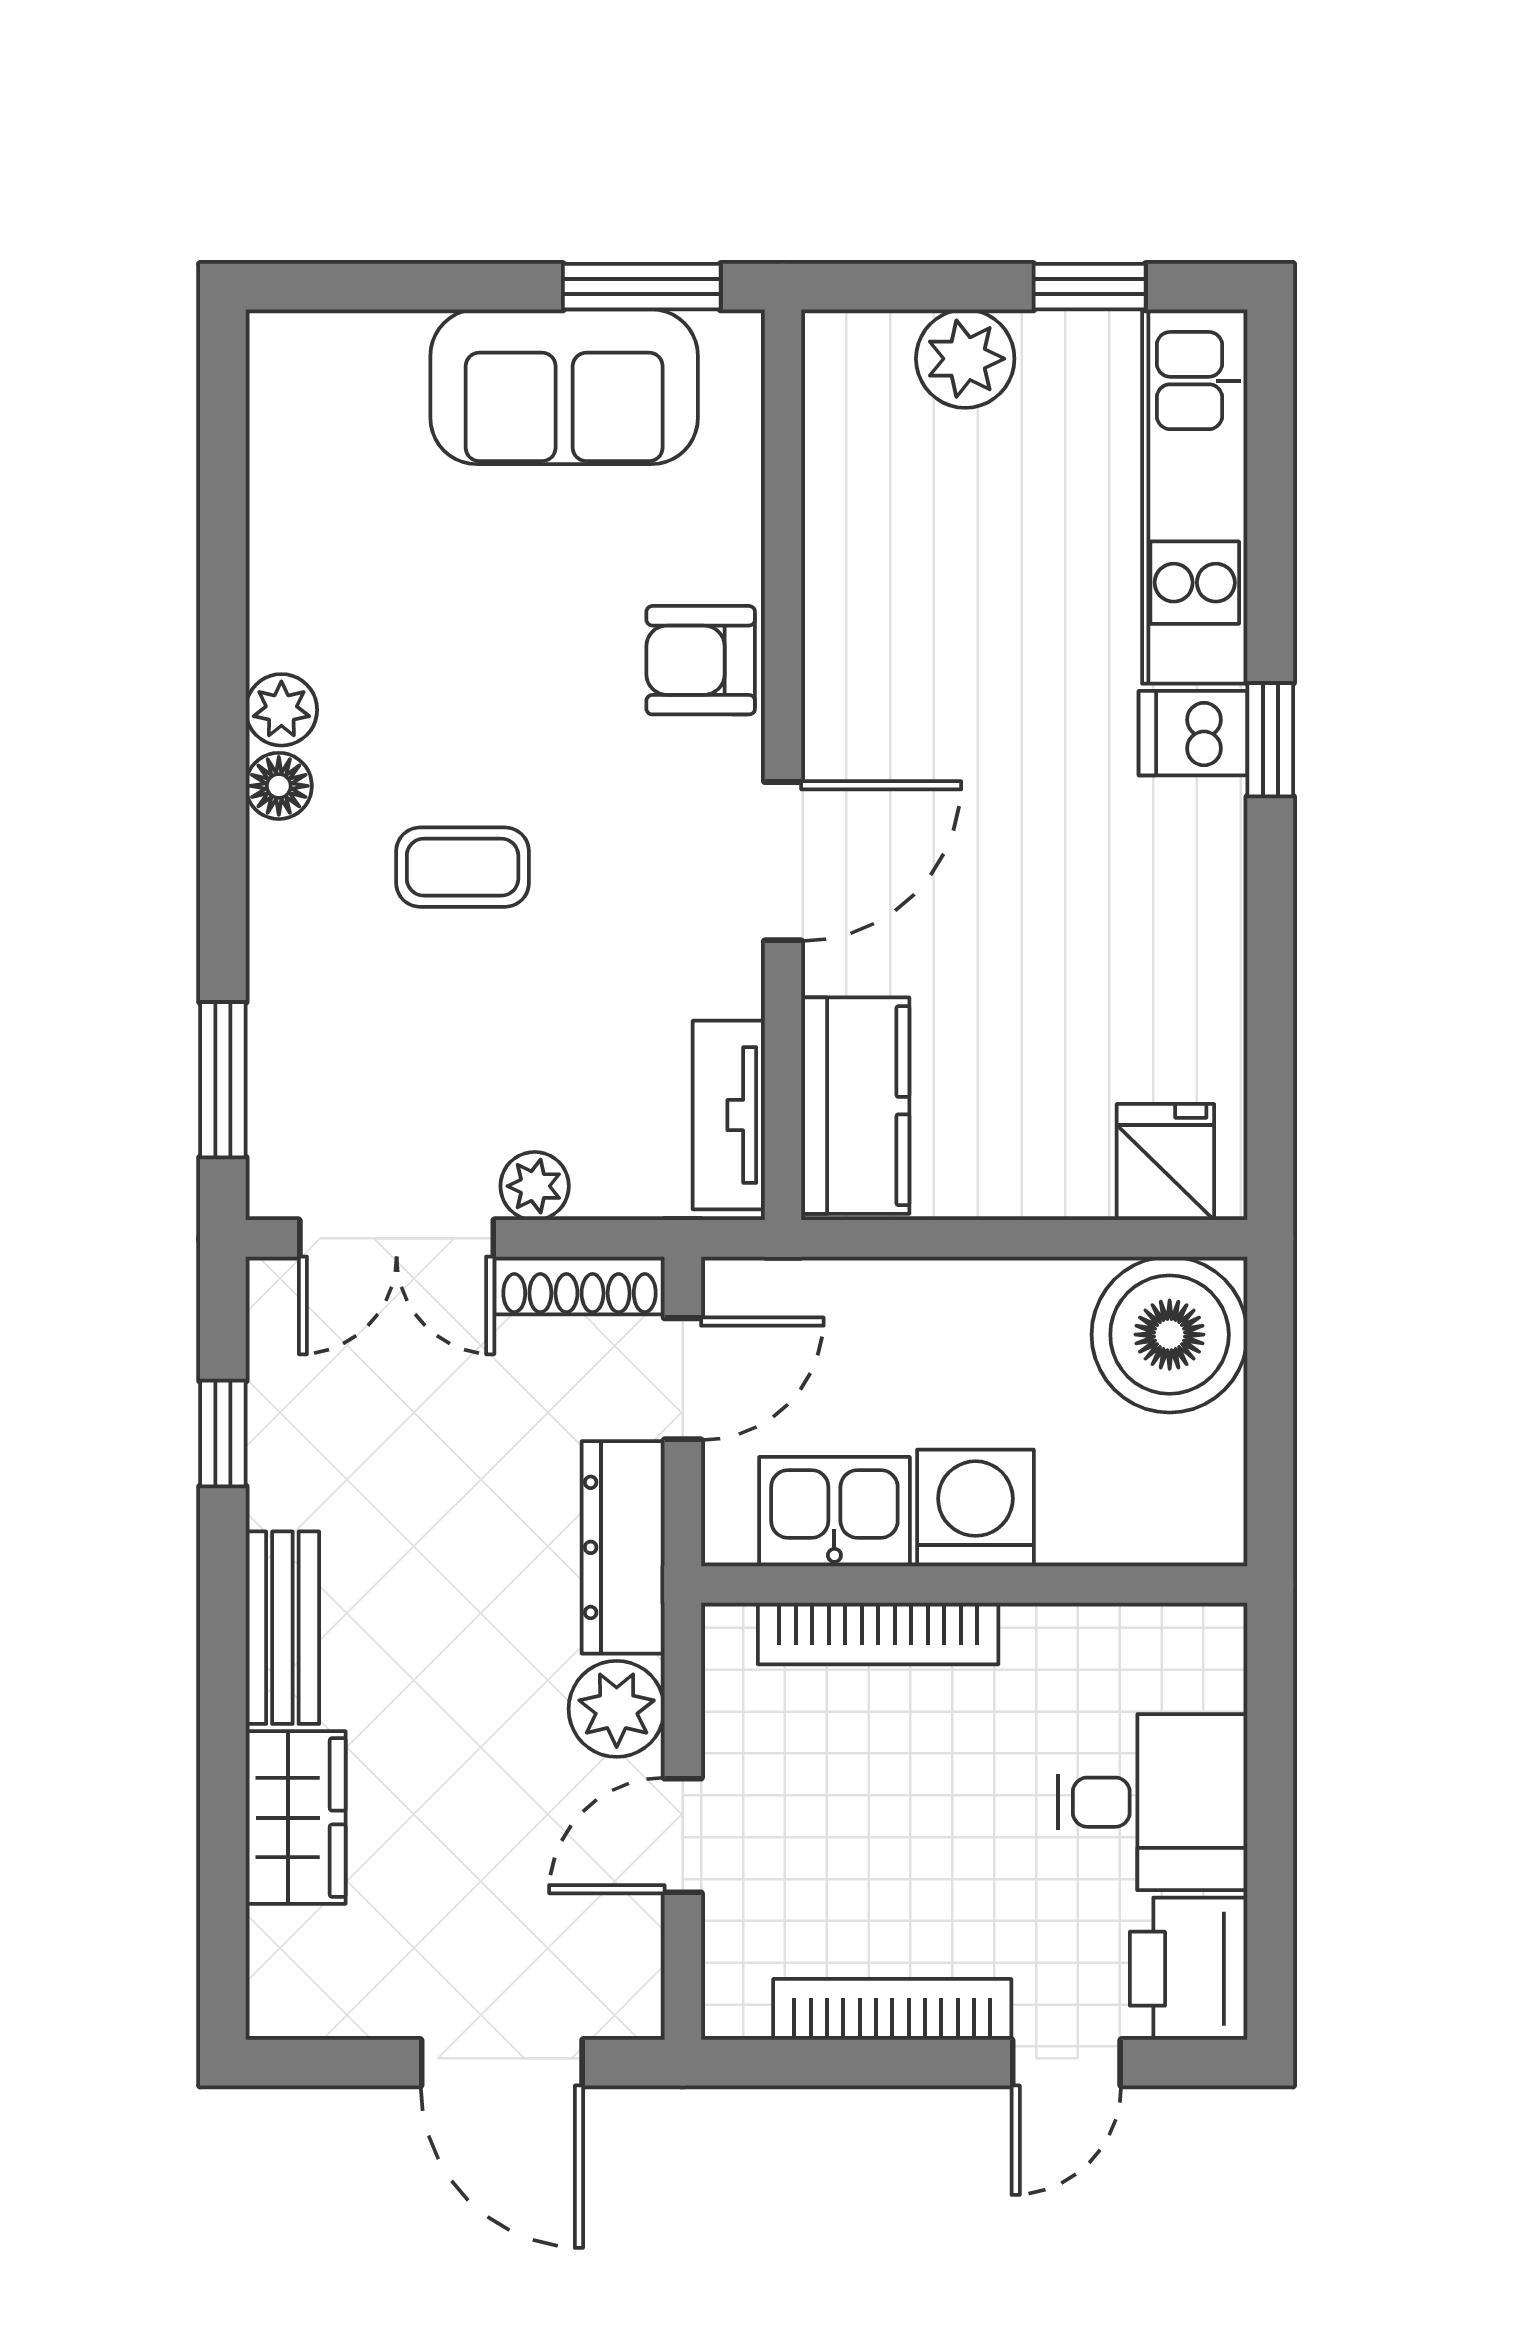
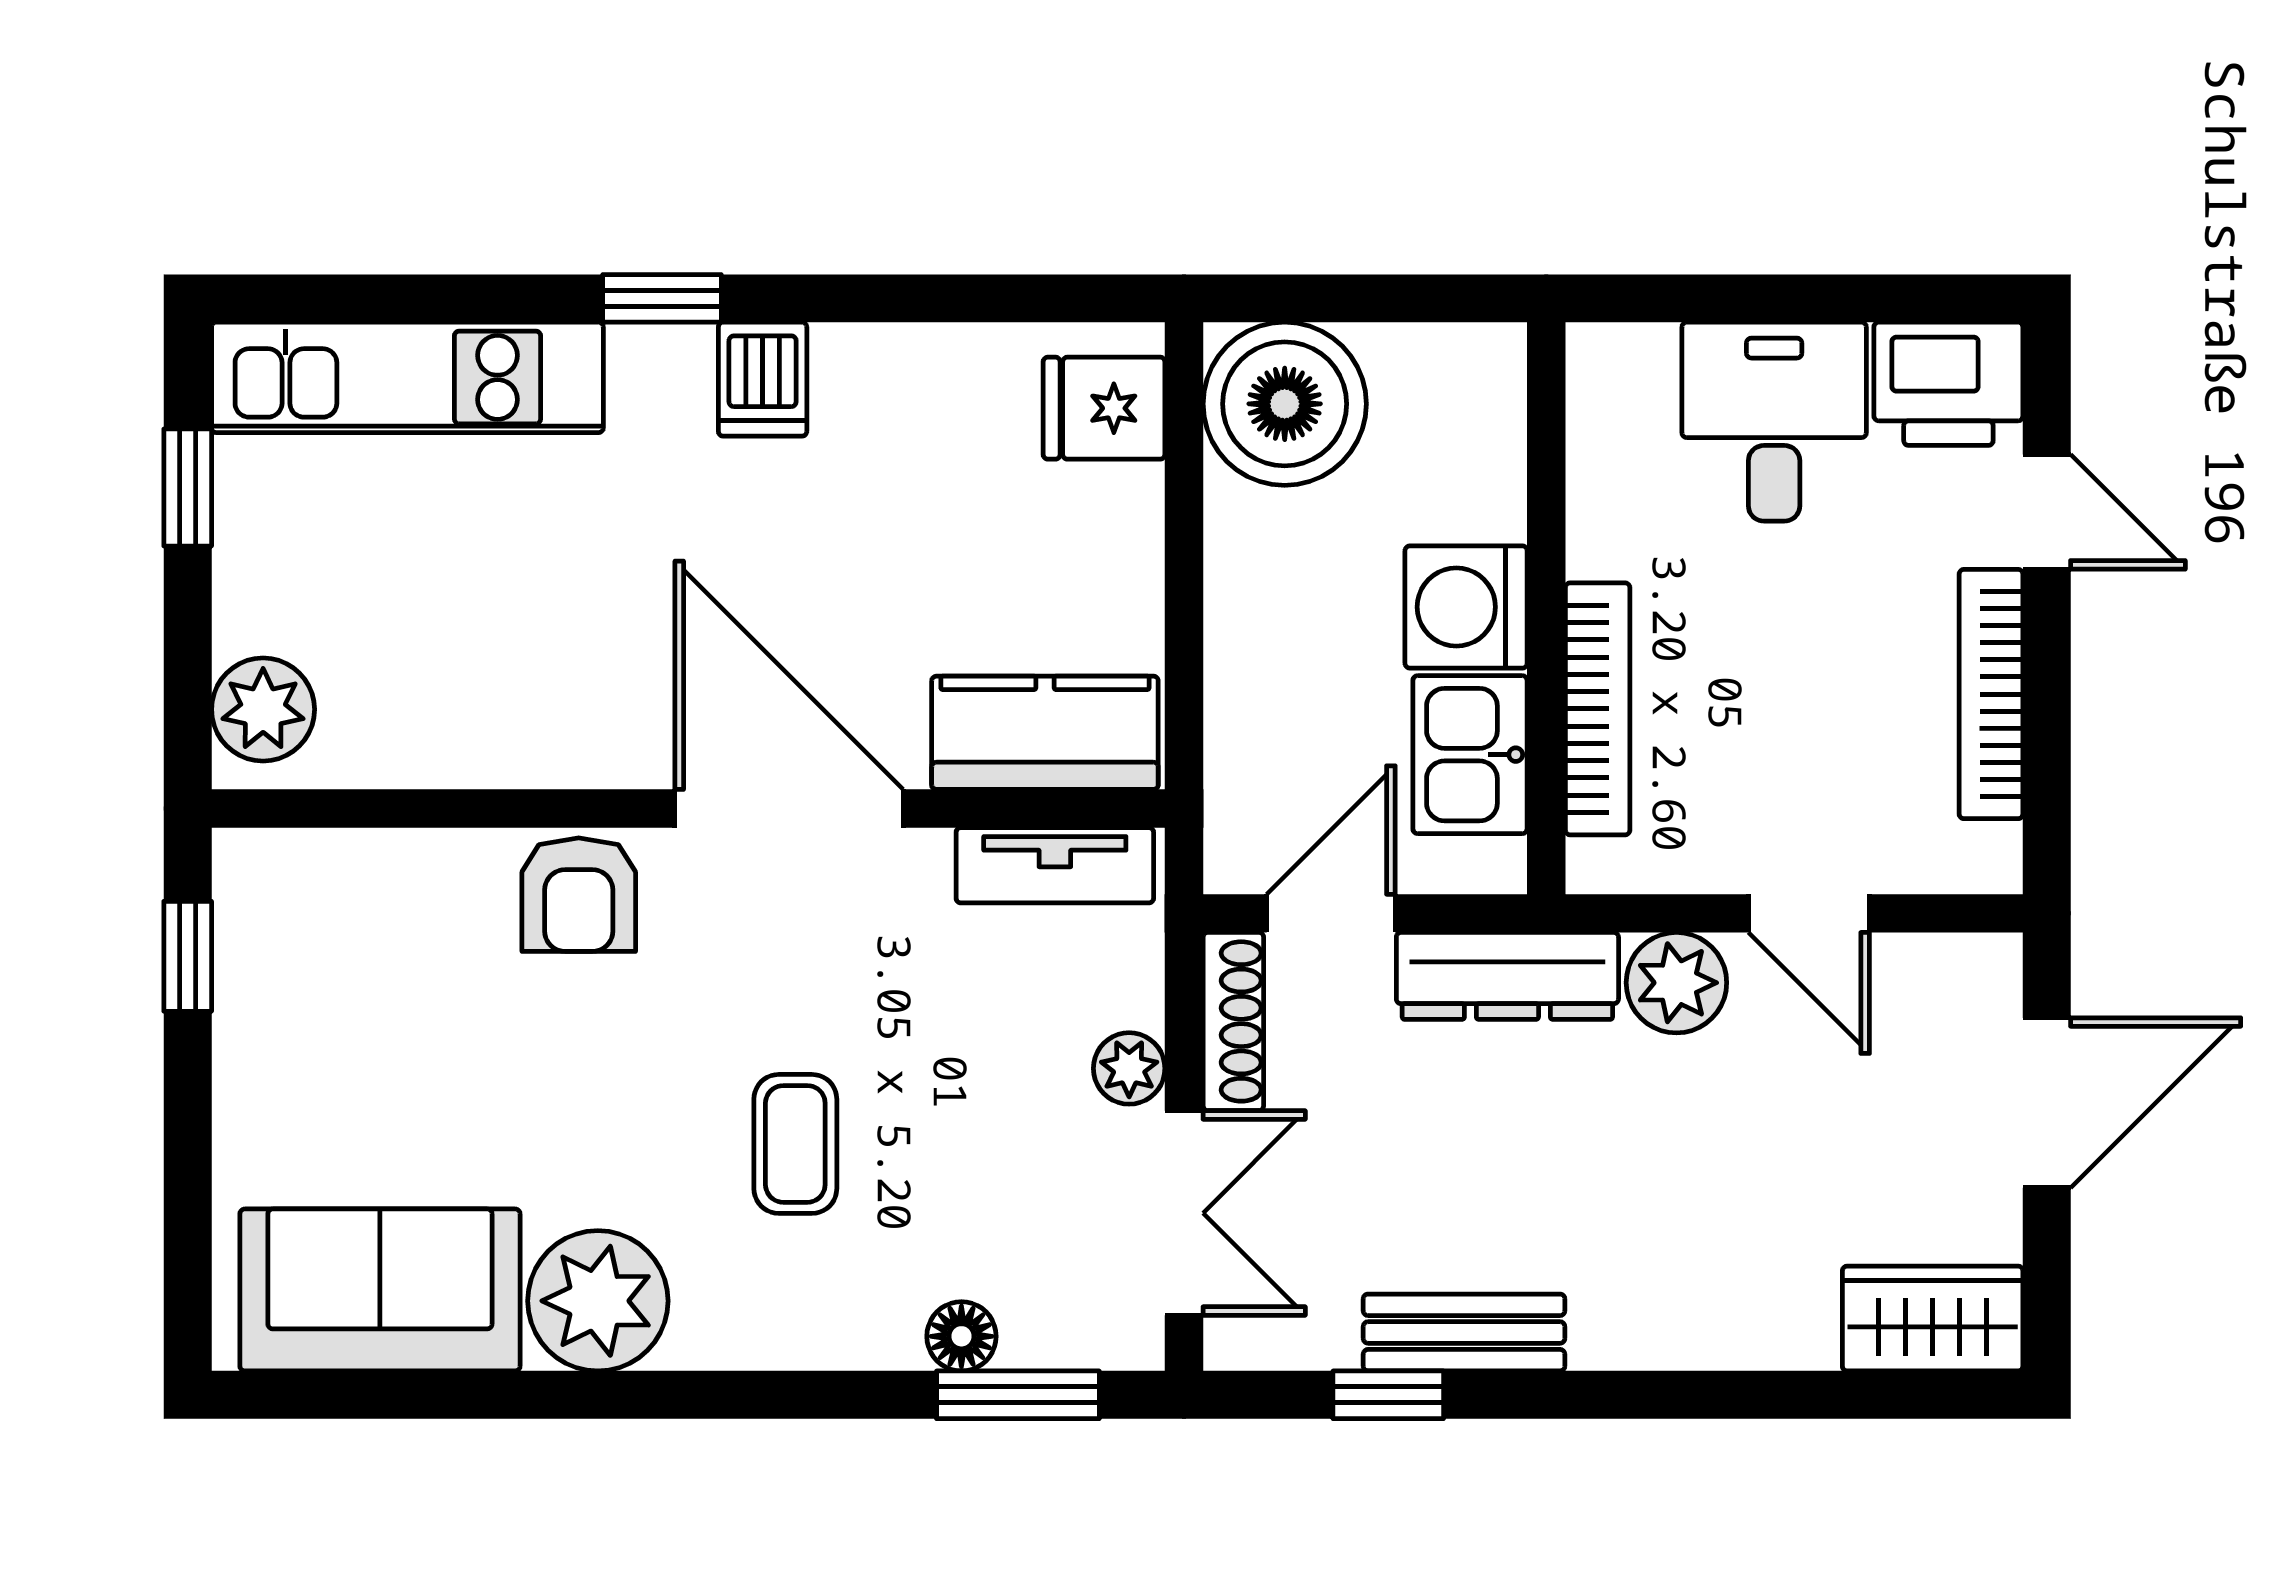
window: (642, 287) -> (188, 956), width x0.67
plant: (965, 359) -> (263, 709), moved
sofa: (564, 387) -> (380, 1290), moved, turned -90
plant: (281, 710) -> (598, 1301), width x1.87, depth x1.87
dishwasher: (1193, 733) -> (763, 379), moved
floor lamp: (279, 786) -> (961, 1336), moved
door: (783, 861) -> (789, 808), width x1.36
door: (683, 1379) -> (1331, 913), hinge flipped
bench: (282, 1628) -> (1464, 1332), moved
wardrobe: (296, 1818) -> (1933, 1319), moved

